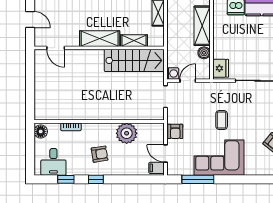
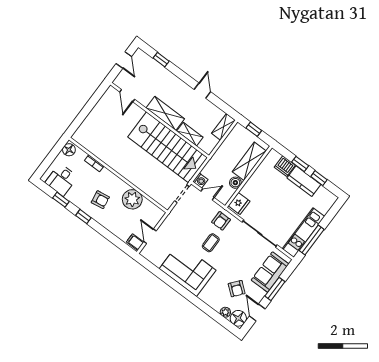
stairs: (134, 60) -> (168, 147), width x1.36, depth x1.51
armchair: (175, 131) -> (221, 221), moved
window: (198, 179) -> (160, 274), removed

